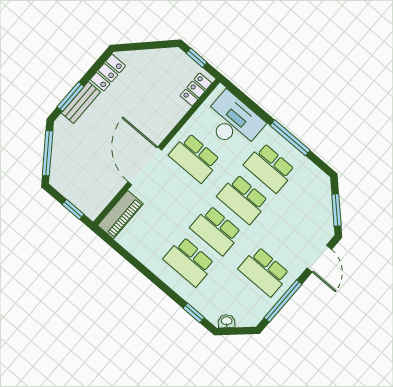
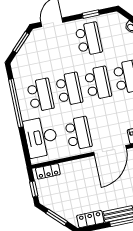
window: (147, 46) -> (57, 217), added
window: (290, 138) -> (16, 103), width x1.46
window: (283, 301) -> (91, 14), width x0.46

